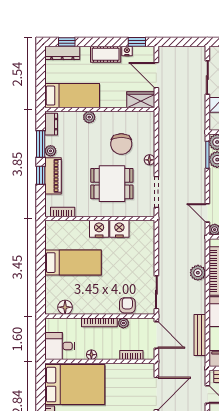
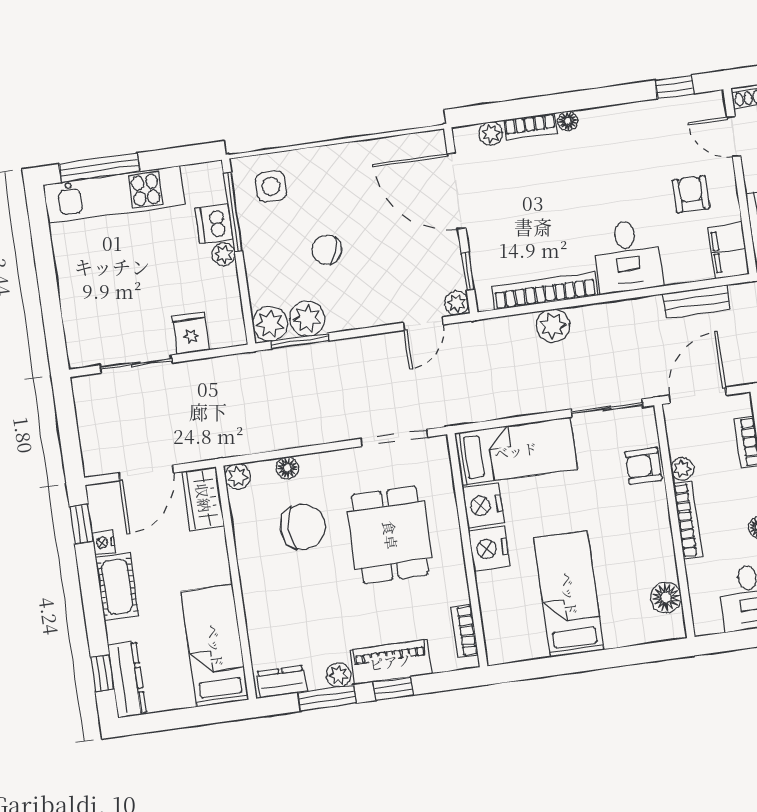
plant: (89, 117) -> (238, 476), moved
floor lamp: (149, 160) -> (287, 468), moved
bed: (142, 247) -> (516, 451), added
bench: (200, 335) -> (696, 301), width x0.73

